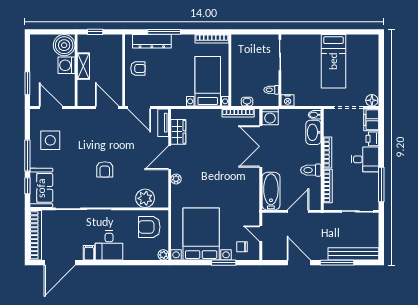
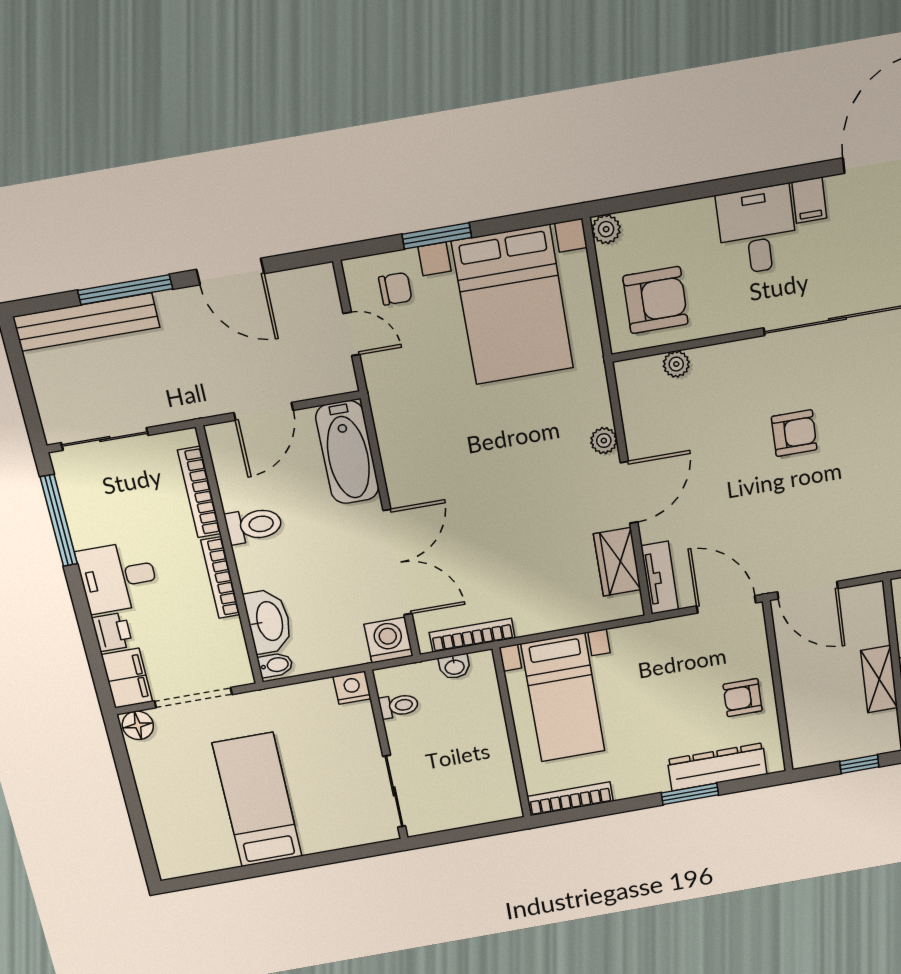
window: (164, 32) -> (690, 794), width x0.69
armchair: (105, 169) -> (794, 433), turned 90
plant: (145, 198) -> (676, 364), width x0.53, depth x0.53

